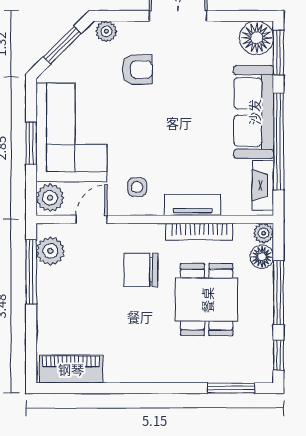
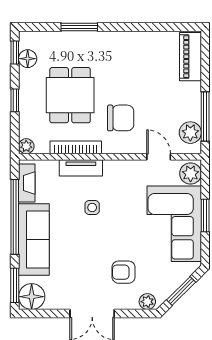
side table: (137, 187) -> (92, 208), moved
door: (92, 219) -> (159, 157), swing flipped
floor lamp: (262, 257) -> (28, 59), moved
window: (278, 293) -> (15, 100), width x0.46
piano: (71, 369) -> (190, 57), moved, turned 90
window: (231, 388) -> (79, 27), moved

